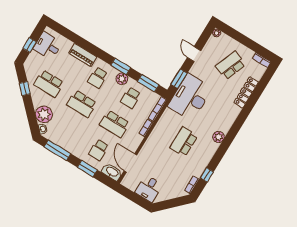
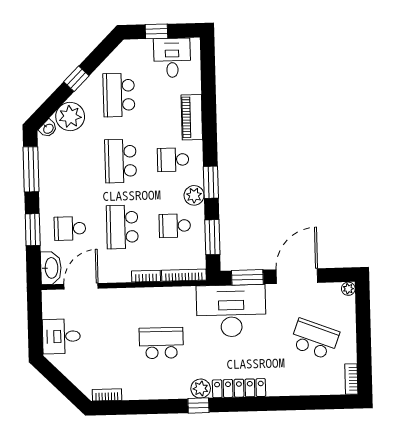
door: (194, 54) -> (297, 276), width x1.88
window: (25, 89) -> (76, 79), moved
locker: (246, 92) -> (239, 388), moved
window: (207, 175) -> (198, 406), moved

